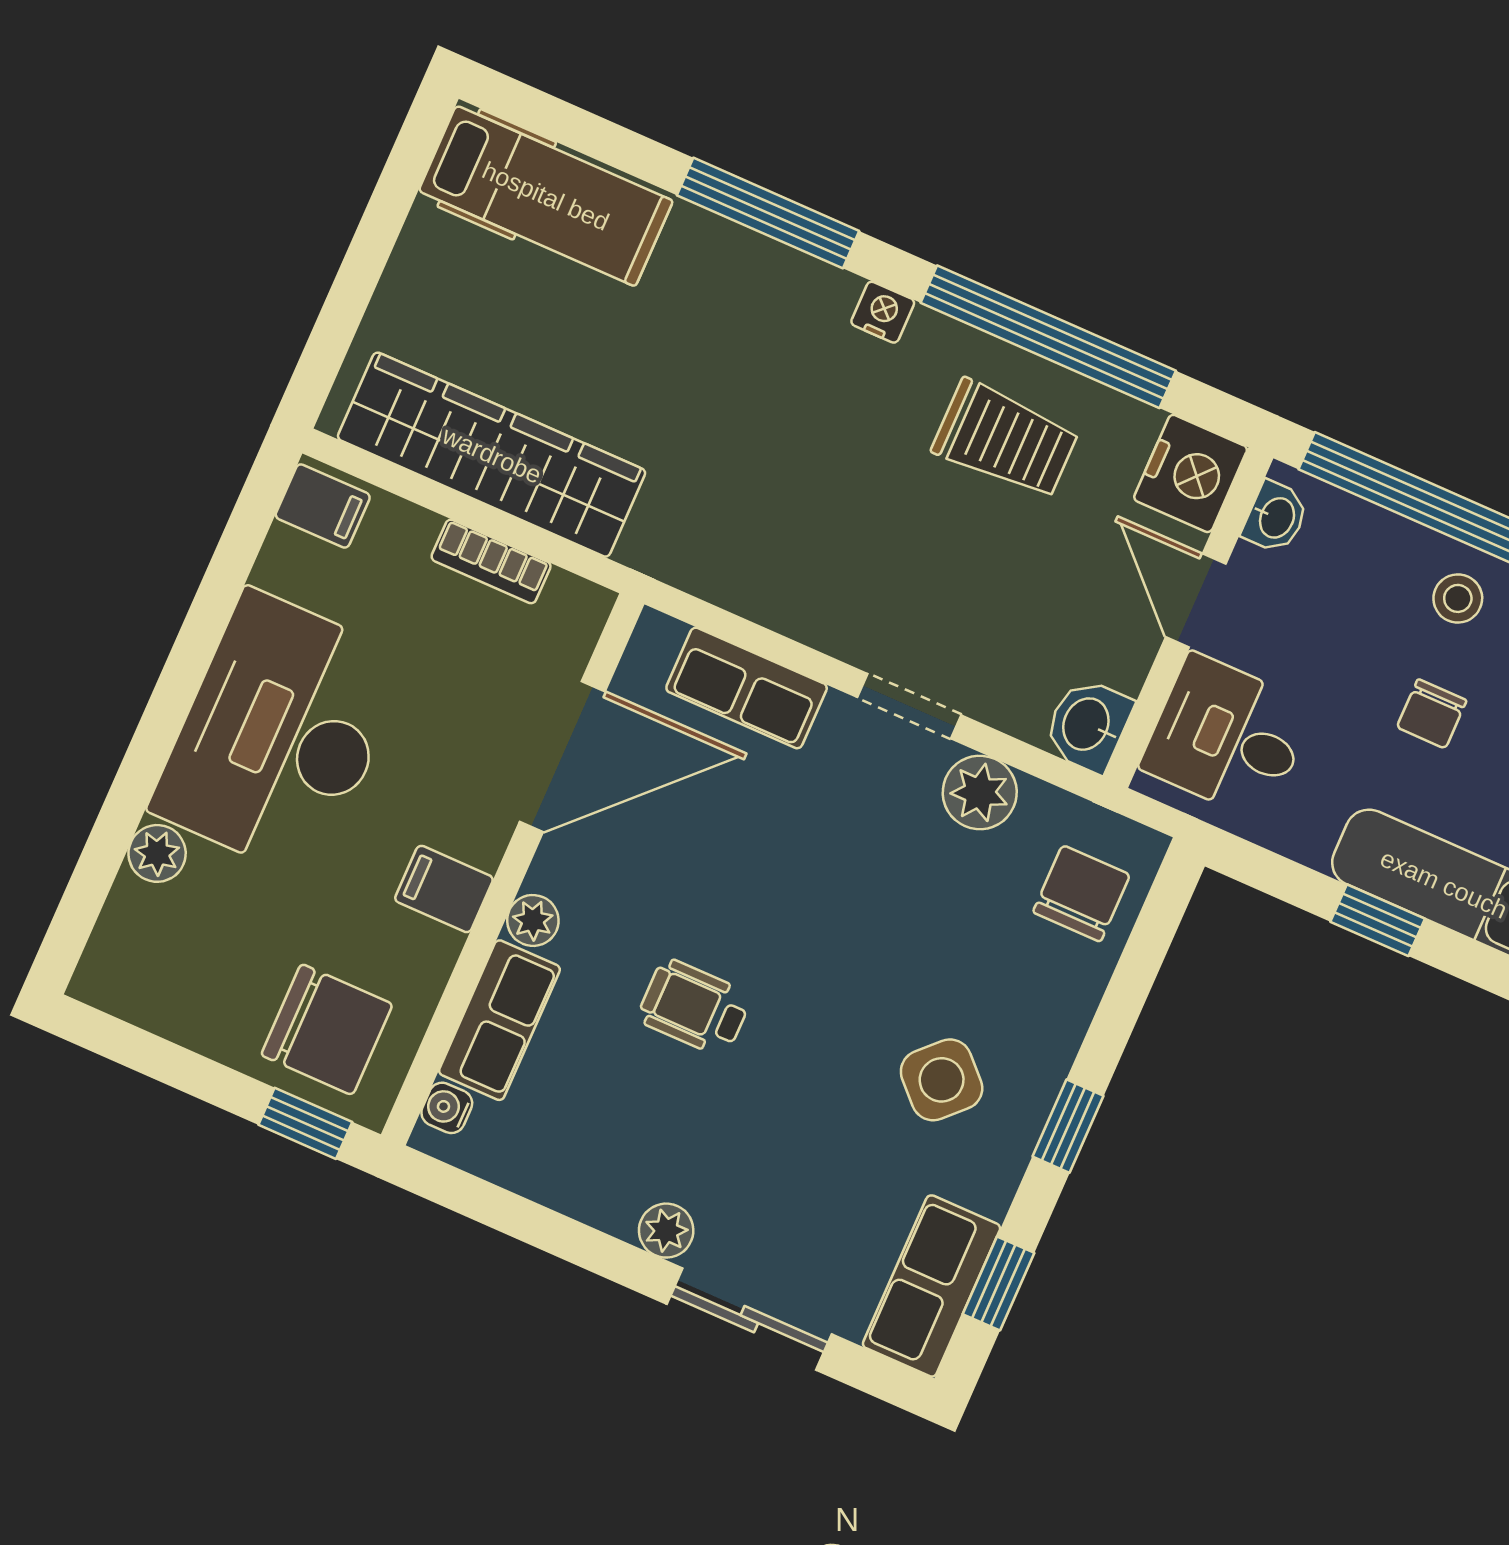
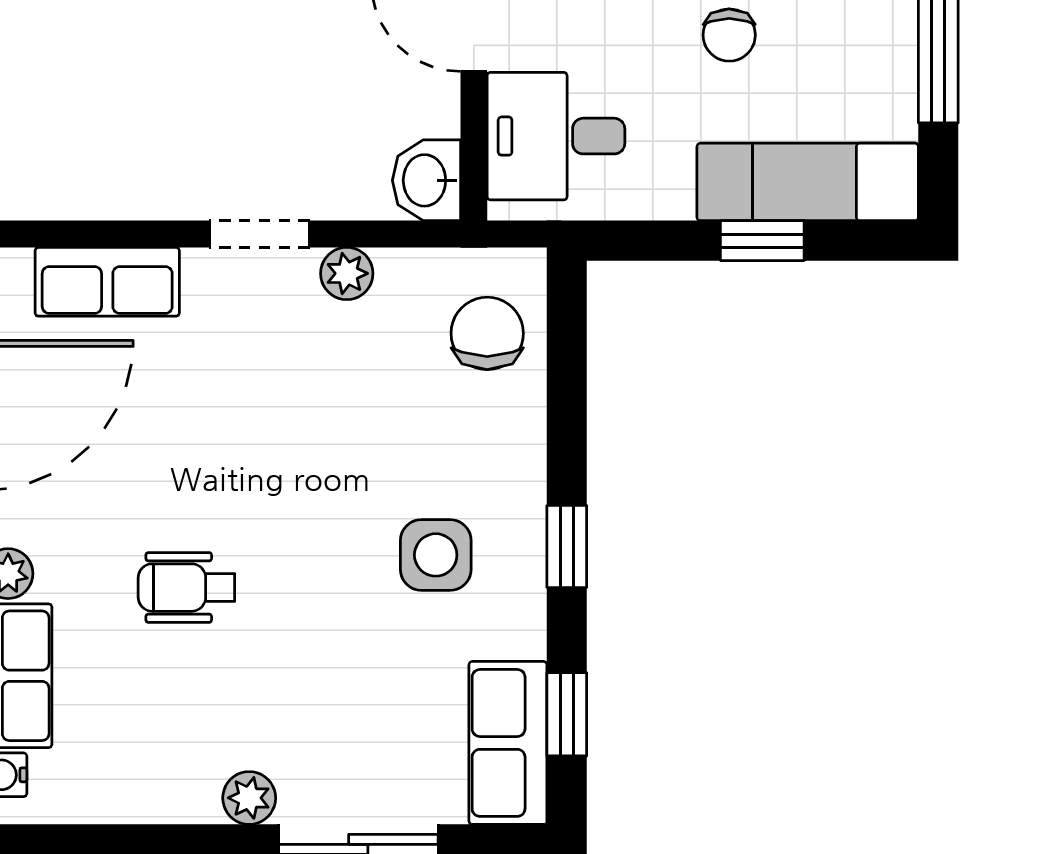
plant: (980, 792) -> (347, 273), width x0.73, depth x0.73
side table: (942, 1080) -> (436, 555), turned 45

